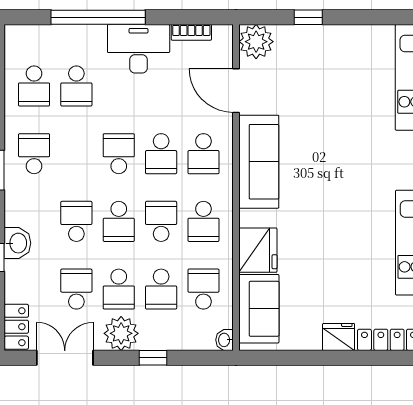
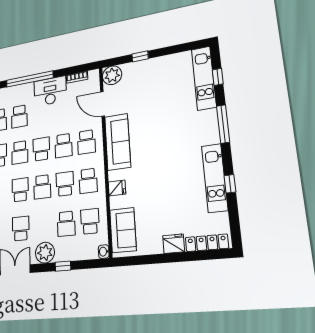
fridge: (258, 250) -> (117, 188), width x0.53, depth x0.75
school desk: (119, 289) -> (20, 152), moved

